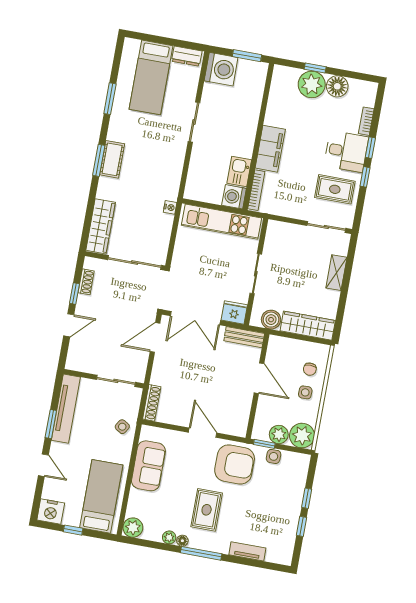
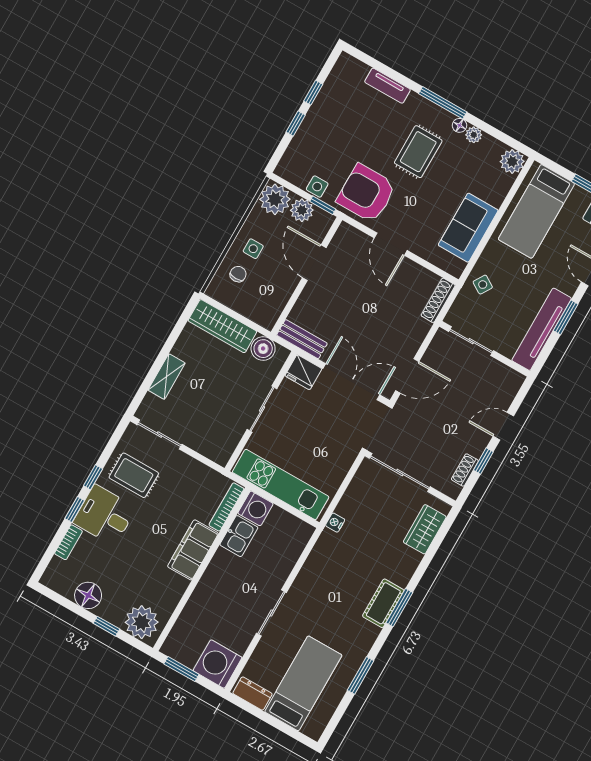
plant: (312, 84) -> (142, 622), moved
wardrobe: (101, 226) -> (425, 529), width x0.67
door: (259, 378) -> (314, 263), moved

